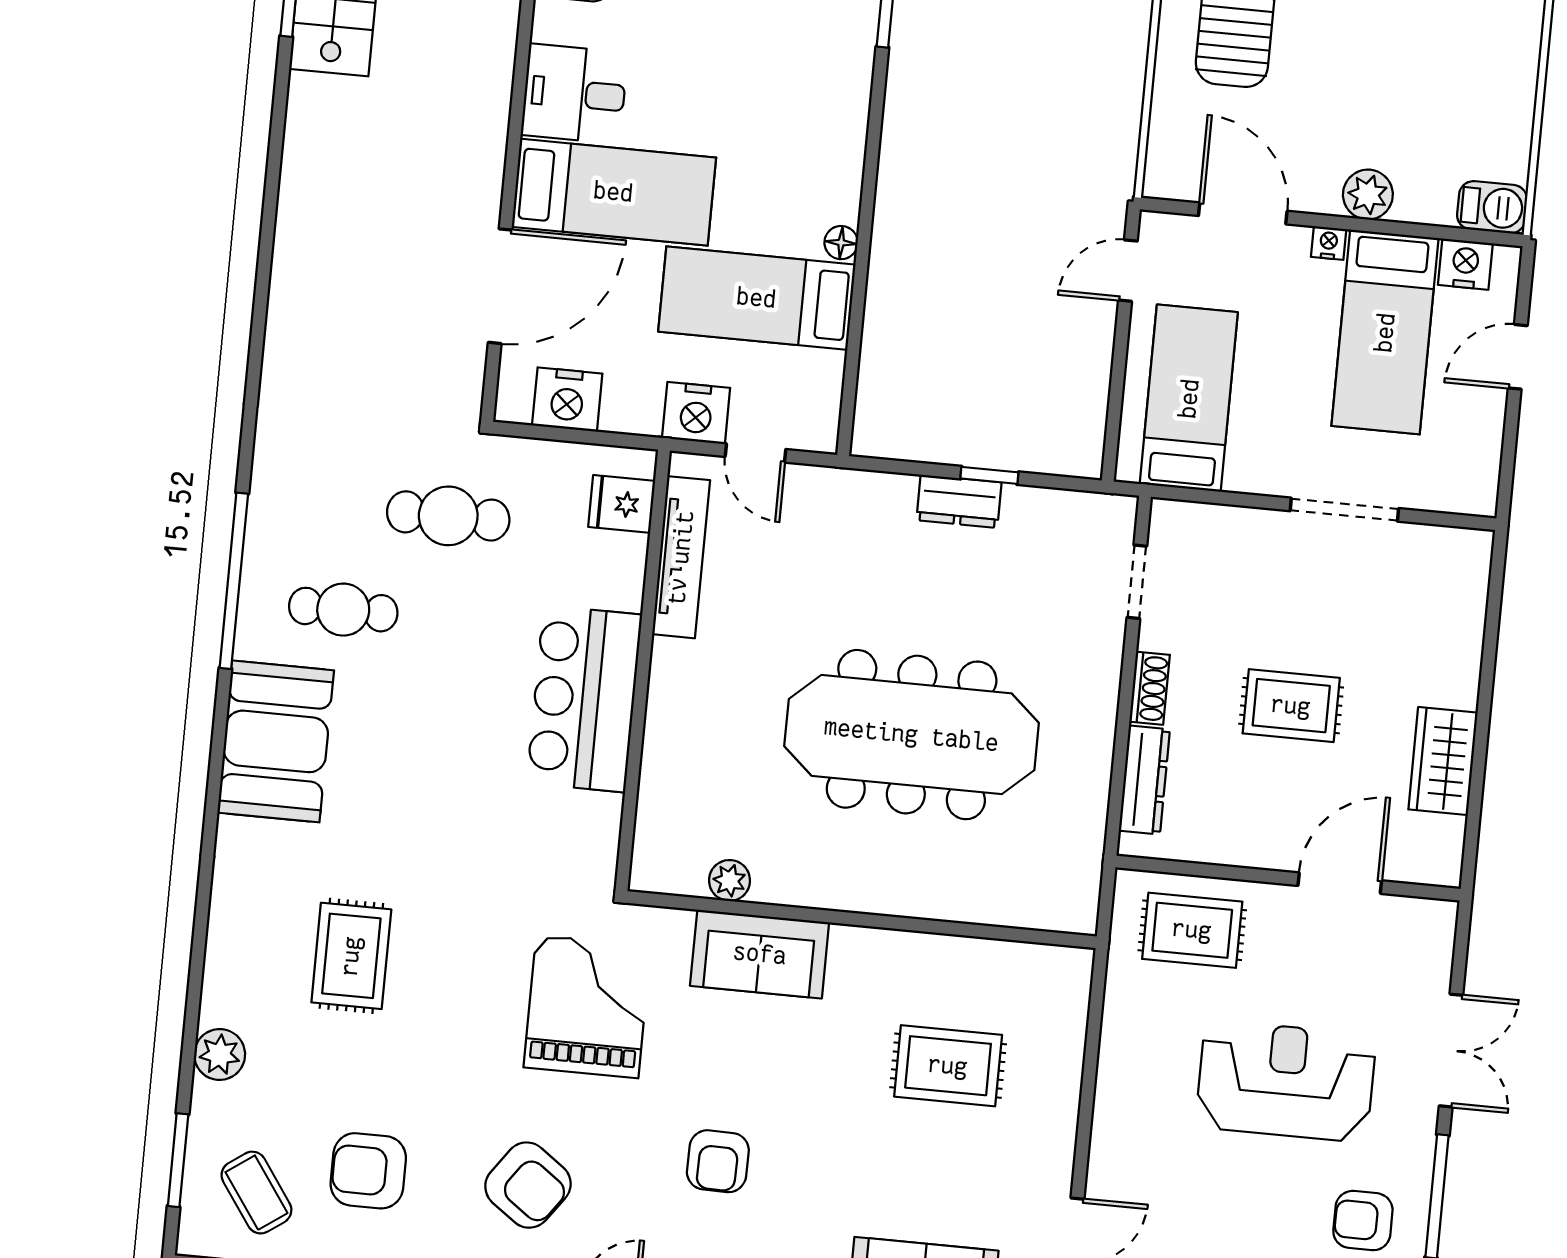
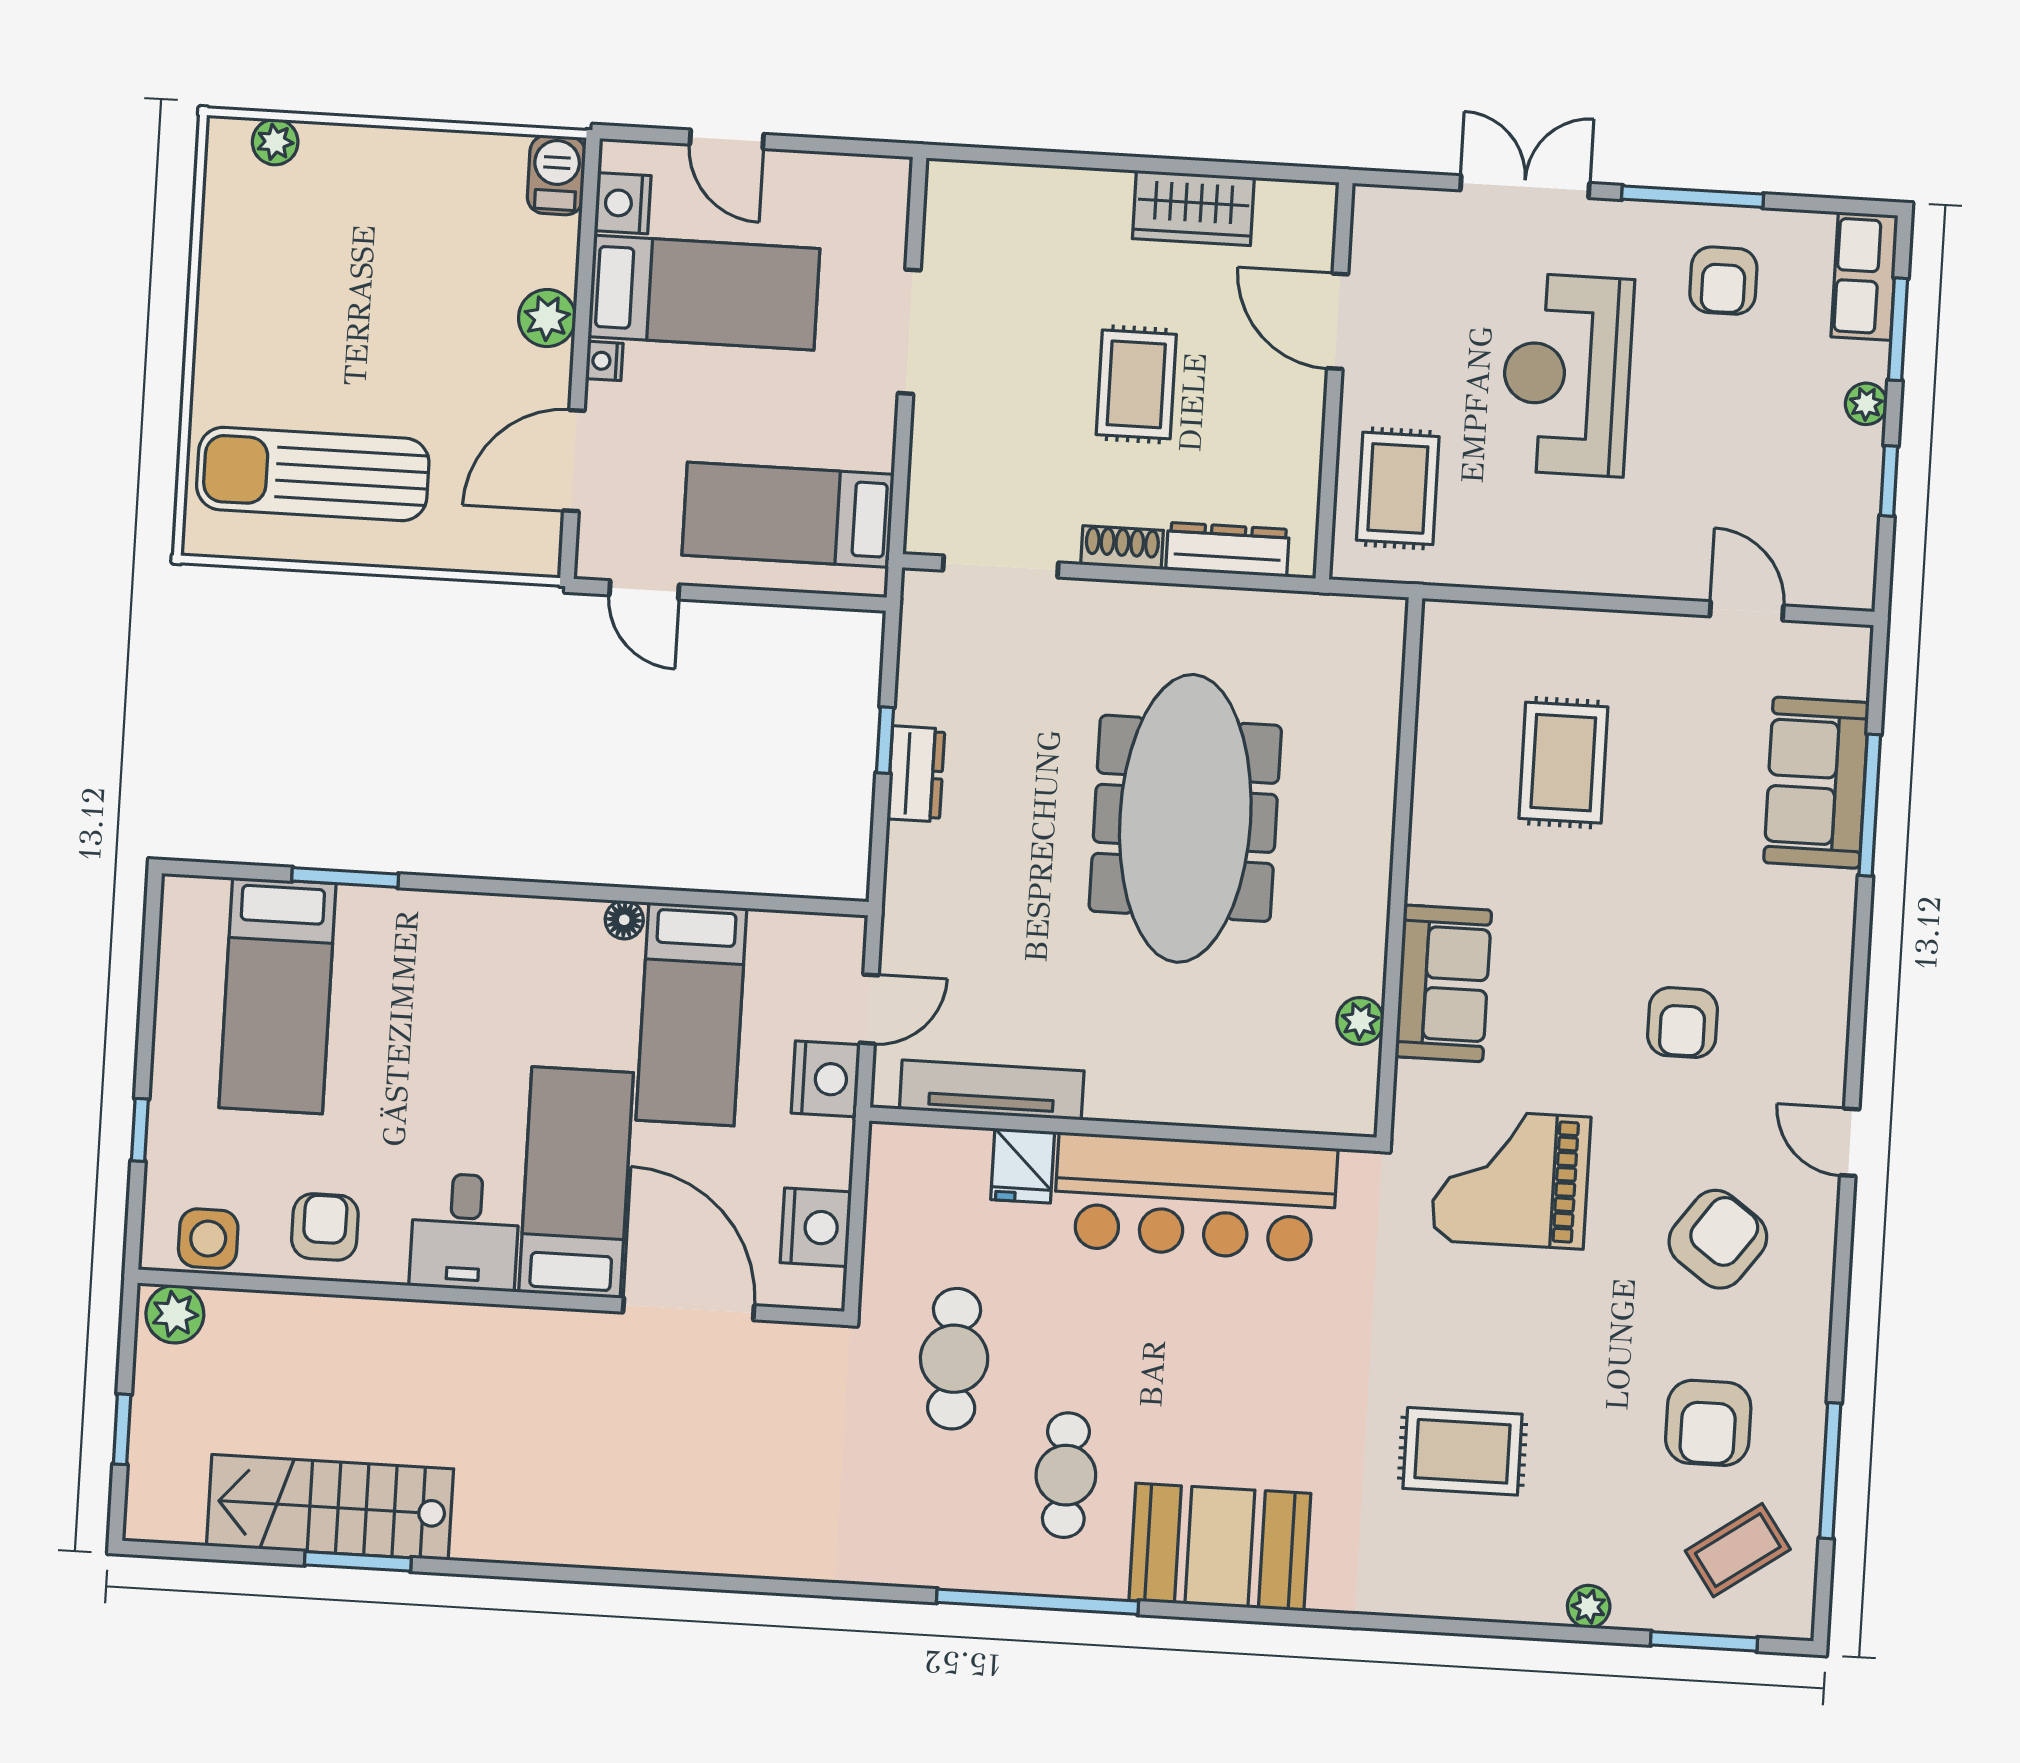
fridge: (622, 504) -> (1023, 1166), moved
doorway: (1137, 582) -> (1001, 567), width x1.38
bar counter: (584, 699) -> (1195, 1197), width x1.36
plant: (220, 1055) -> (1589, 1607), width x0.73, depth x0.73
armchair: (718, 1161) -> (1682, 1022), turned 89

